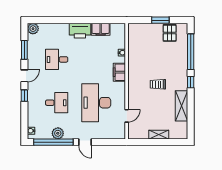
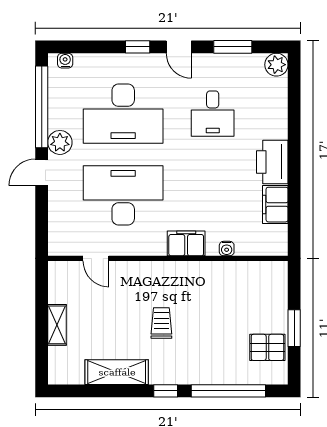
desk: (57, 59) -> (213, 114), turned 180
desk: (57, 103) -> (123, 114), width x1.87, depth x1.30
plant: (58, 133) -> (60, 142), moved

